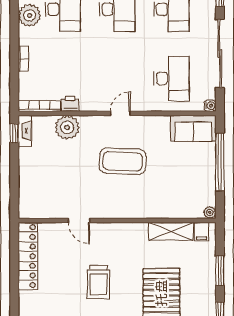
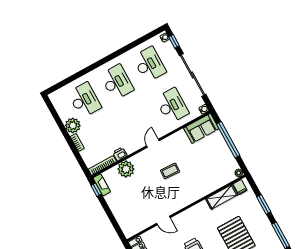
plant: (30, 15) -> (73, 125), moved
coffee table: (123, 161) -> (170, 171), width x0.54, depth x0.58

